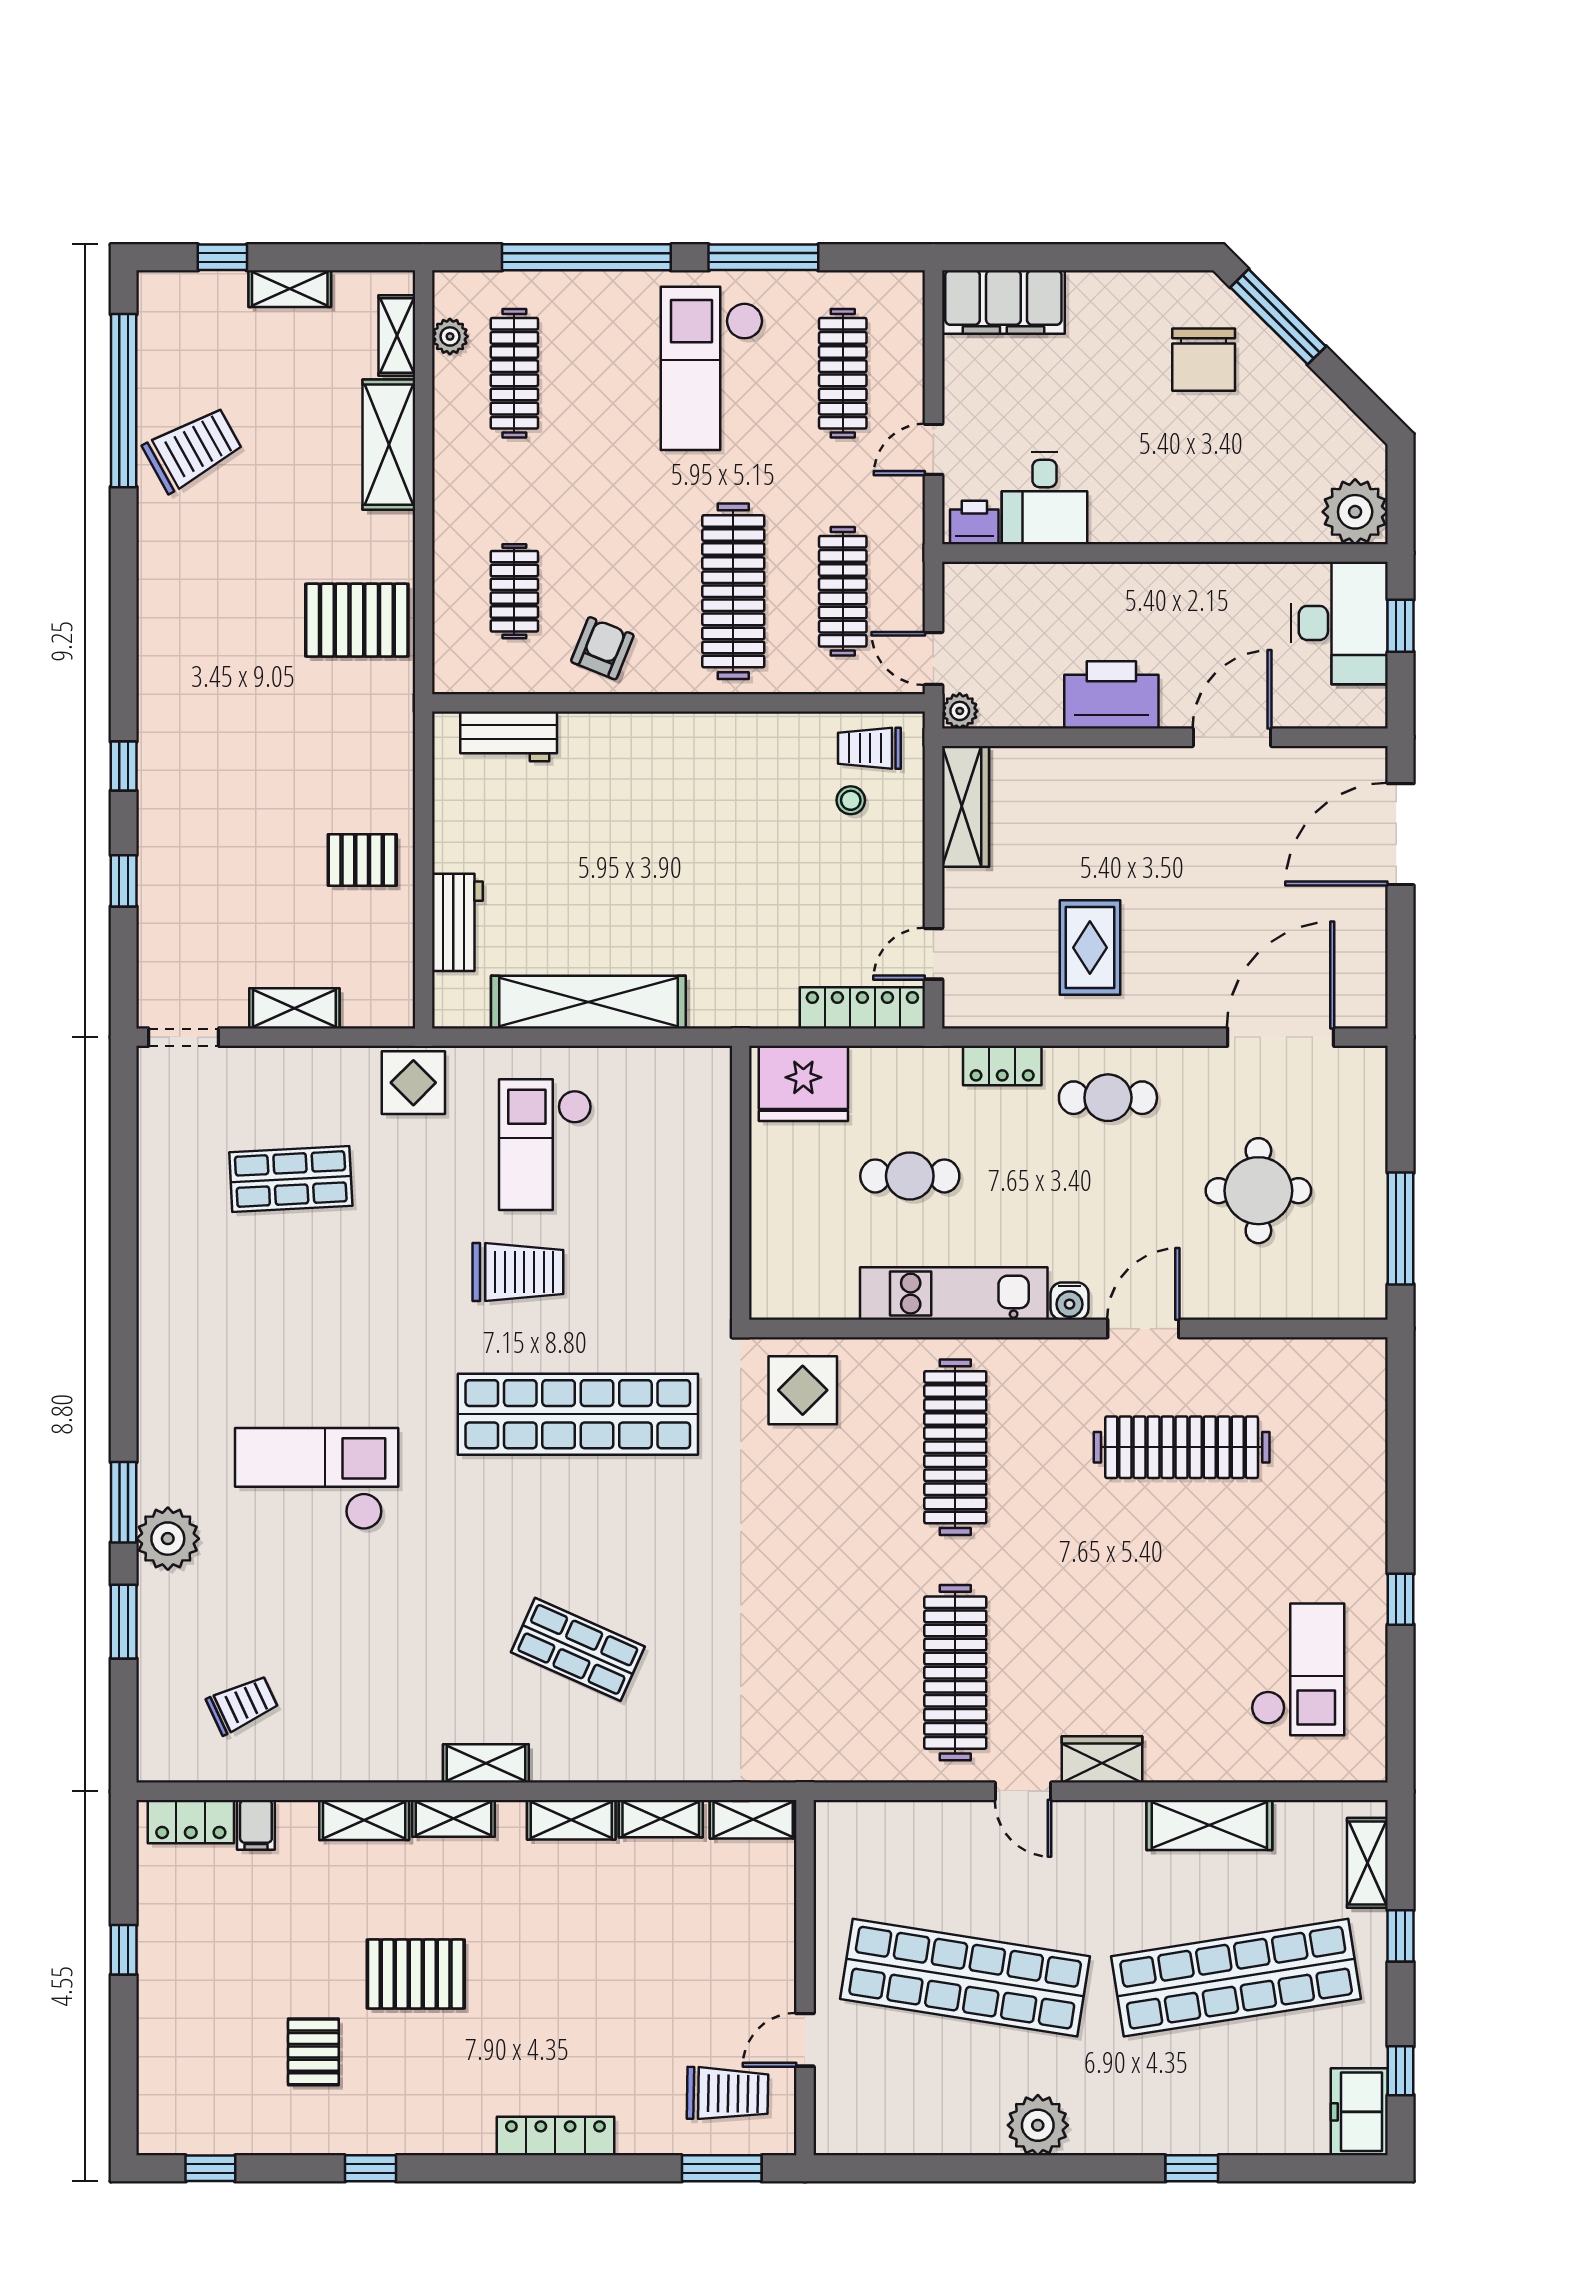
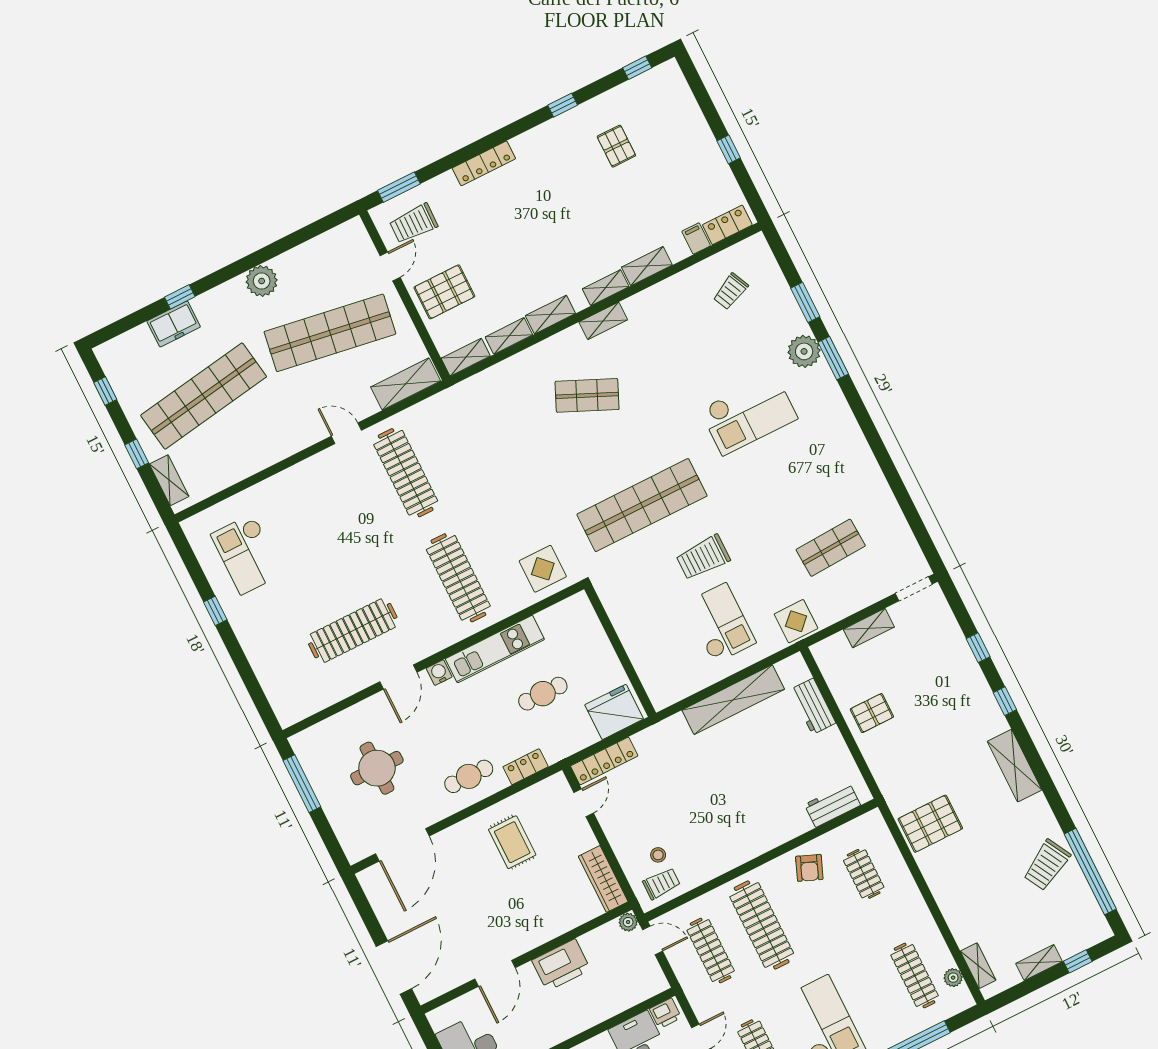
shelving: (389, 445) -> (1015, 766), moved
wardrobe: (1102, 1759) -> (317, 467), removed
shelving: (1209, 1825) -> (406, 384), moved
pallet: (416, 1974) -> (444, 292), moved
freezer: (1359, 2112) -> (174, 324), moved, turned 90

